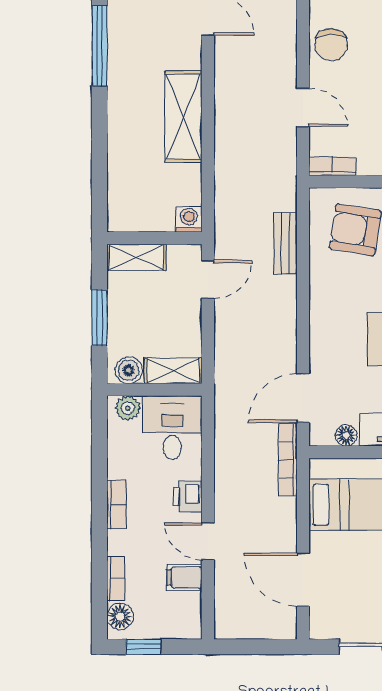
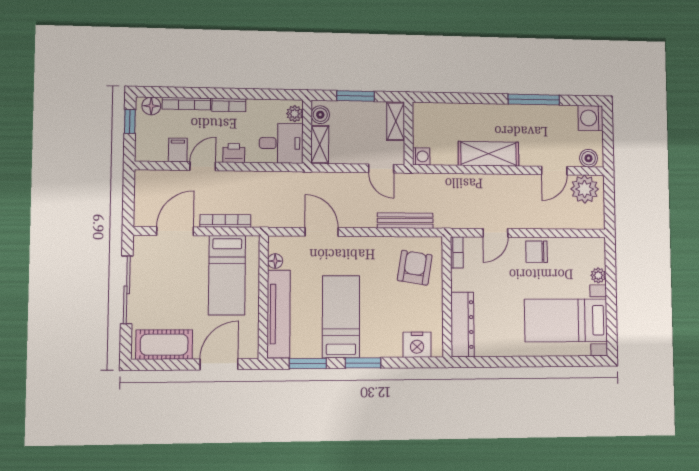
bench: (285, 244) -> (405, 221), width x1.36
door: (303, 398) -> (322, 232), moved
bookcase: (288, 460) -> (225, 221), moved
bookcase: (116, 579) -> (186, 104), width x1.56

